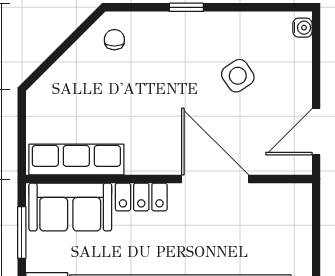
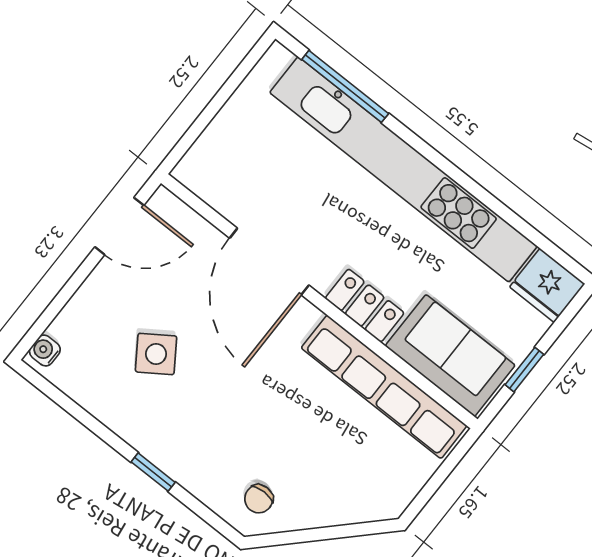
row of seats: (76, 160) -> (384, 387), width x1.36
window: (22, 233) -> (524, 370), width x0.67

